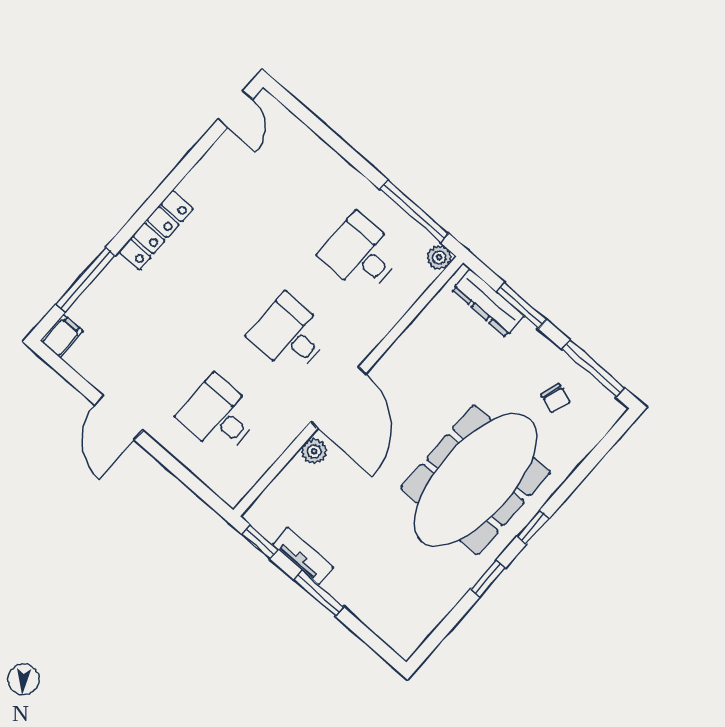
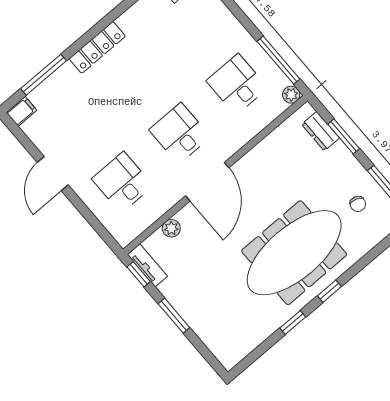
dresser: (488, 303) -> (321, 131), width x0.70
plant: (314, 451) -> (171, 228), moved
tv unit: (303, 556) -> (147, 265), moved

